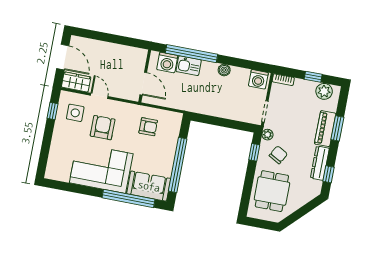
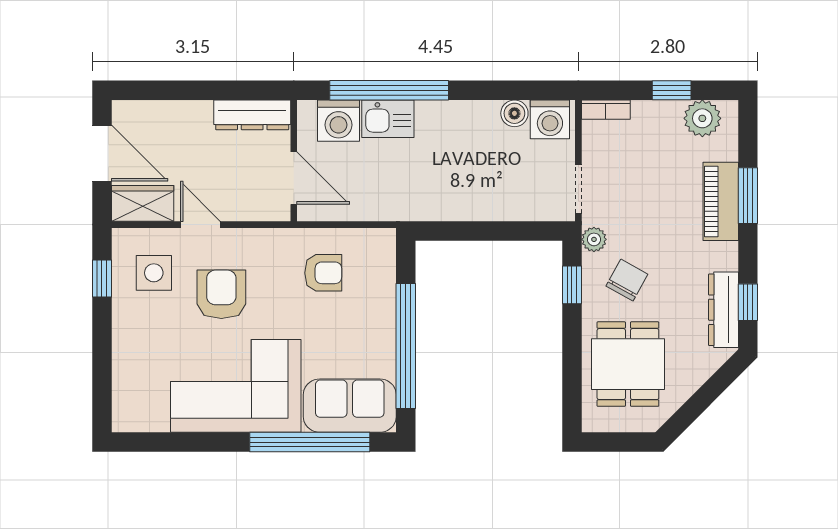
dresser: (131, 53) -> (252, 115), added
boiler: (224, 70) -> (514, 113), moved
dresser: (320, 163) -> (723, 310), moved

